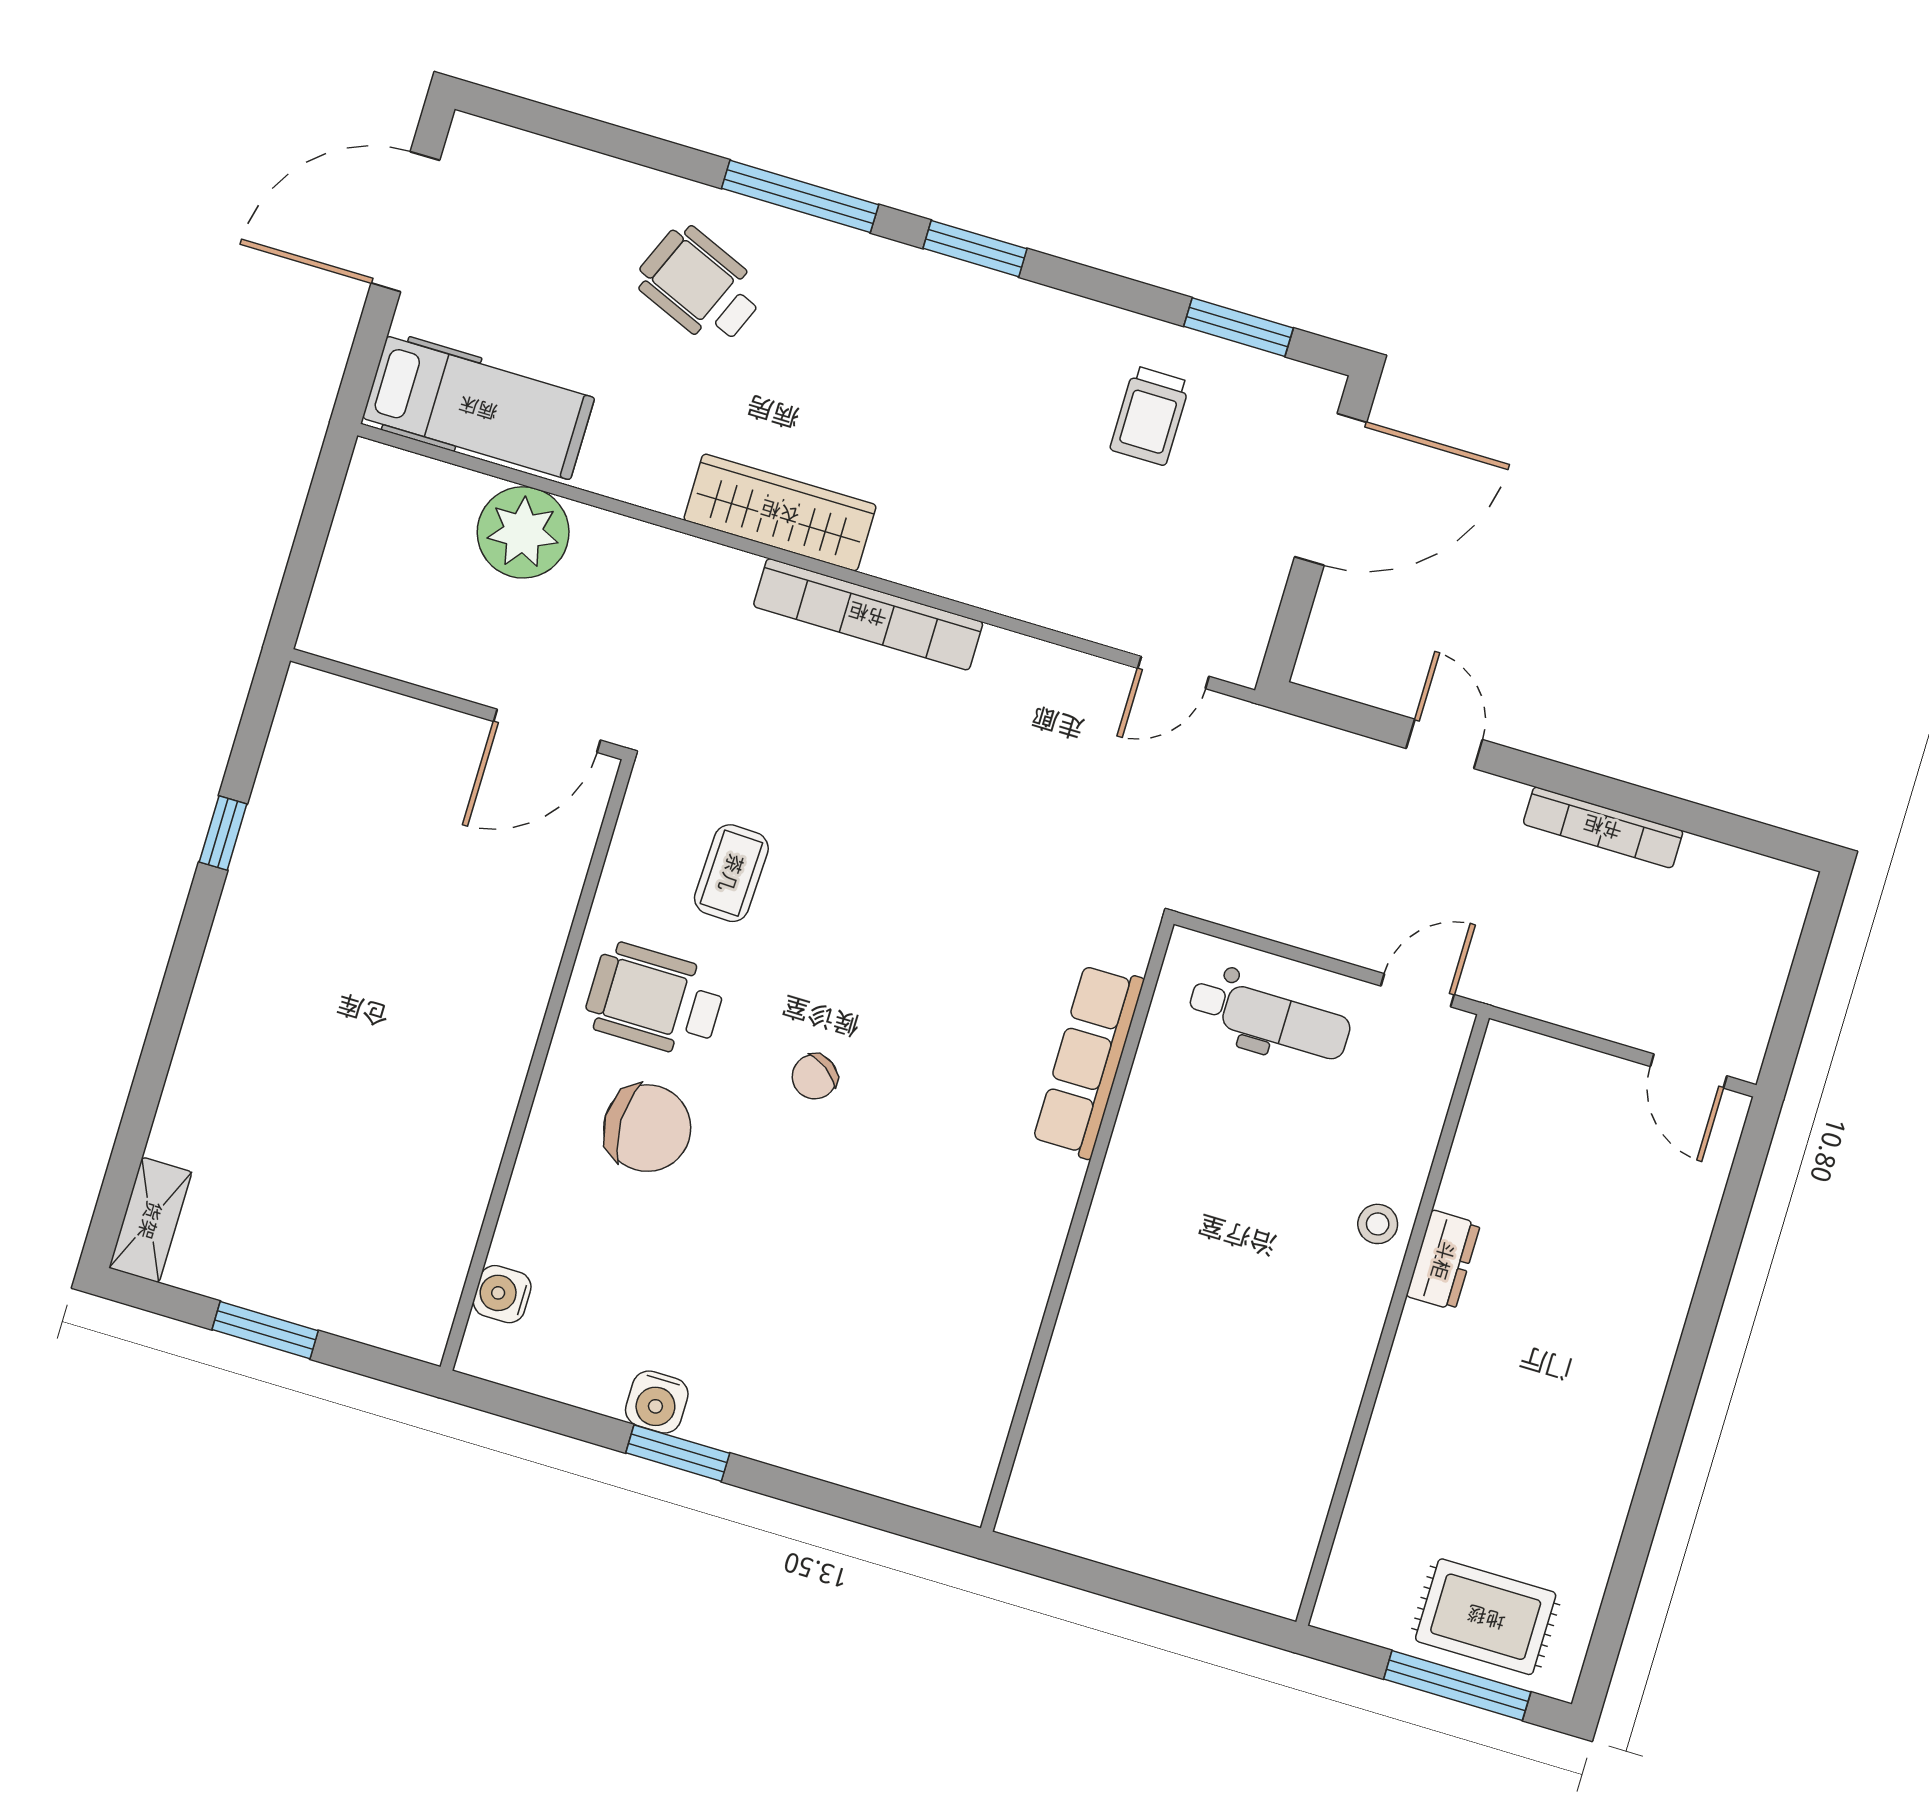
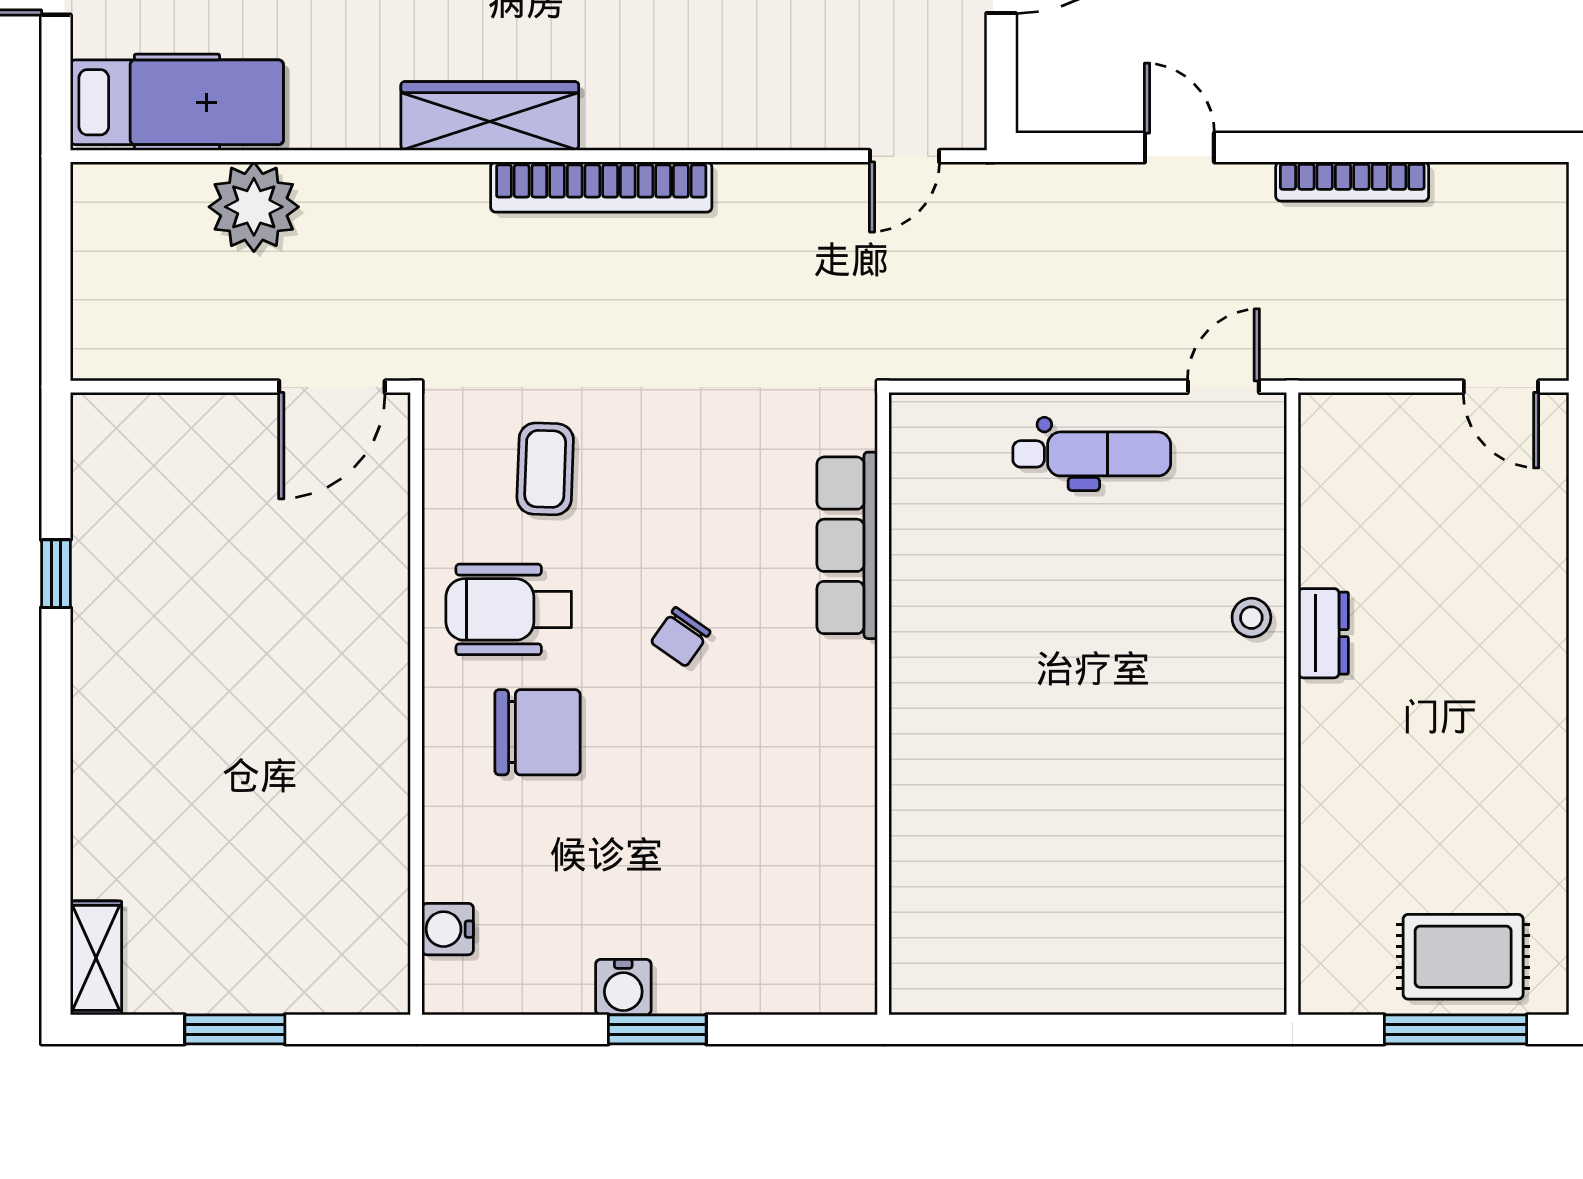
row of seats: (1088, 1061) -> (847, 545), moved
wall: (1077, 1226) -> (883, 704), moved

